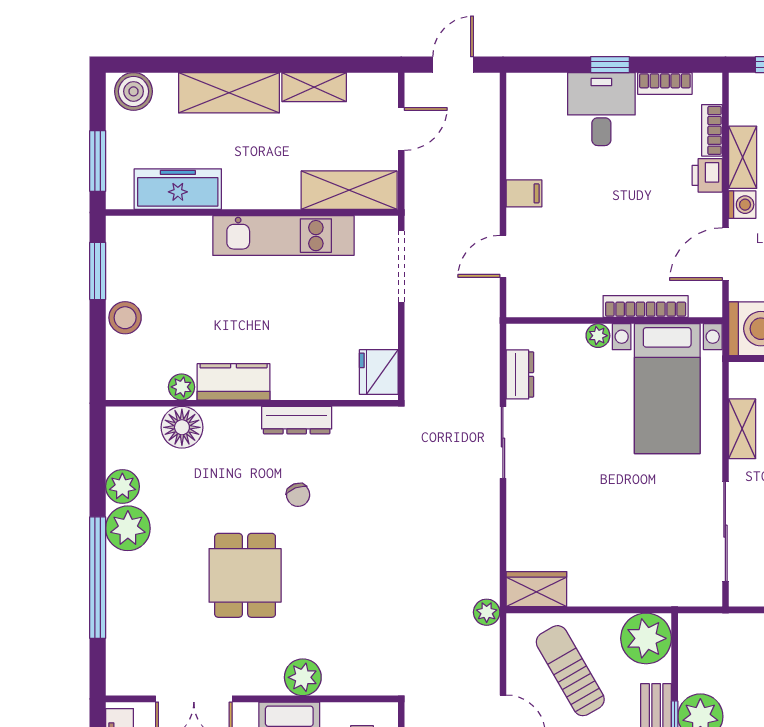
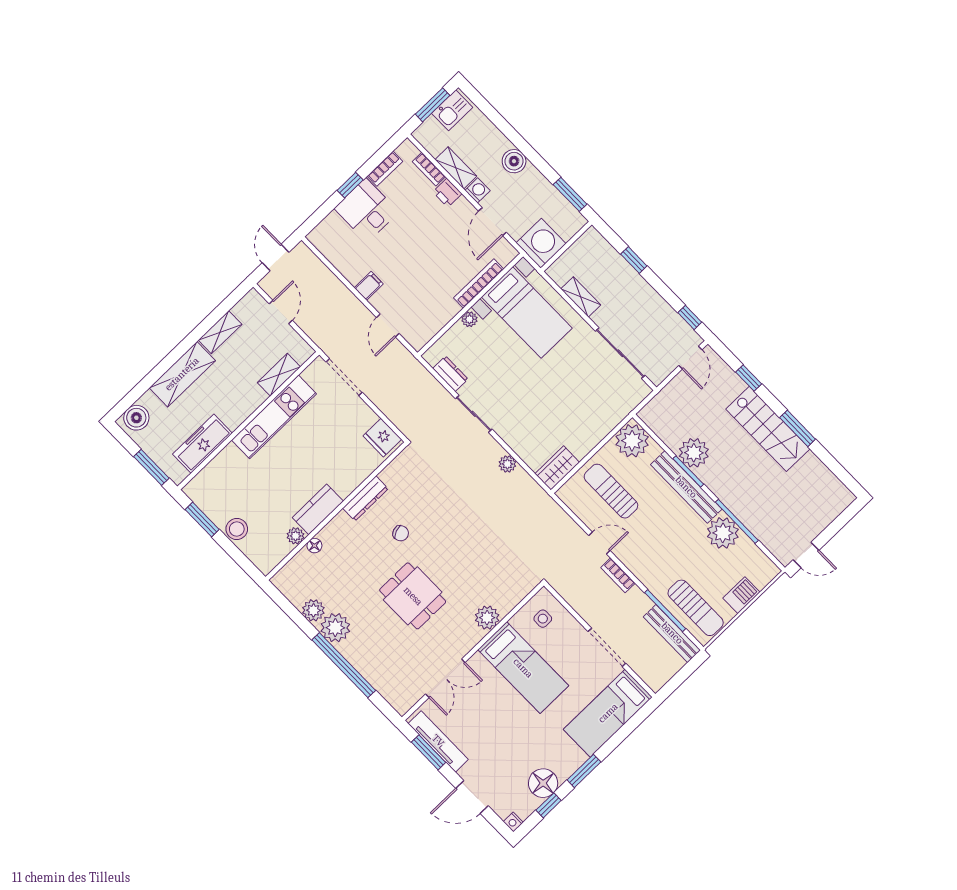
shelving: (349, 190) -> (279, 375), width x0.67, depth x0.75
floor lamp: (182, 427) -> (314, 546), width x0.53, depth x0.53
plant: (487, 612) -> (507, 464), moved
sun lounger: (570, 671) -> (611, 491), turned 30

